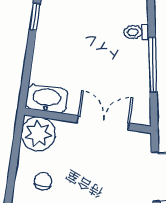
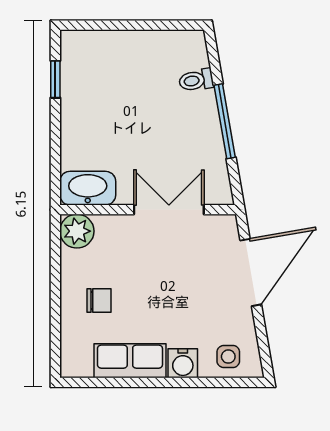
plant: (38, 134) -> (77, 231), width x0.73, depth x0.73
chair: (43, 181) -> (99, 300), turned 90

